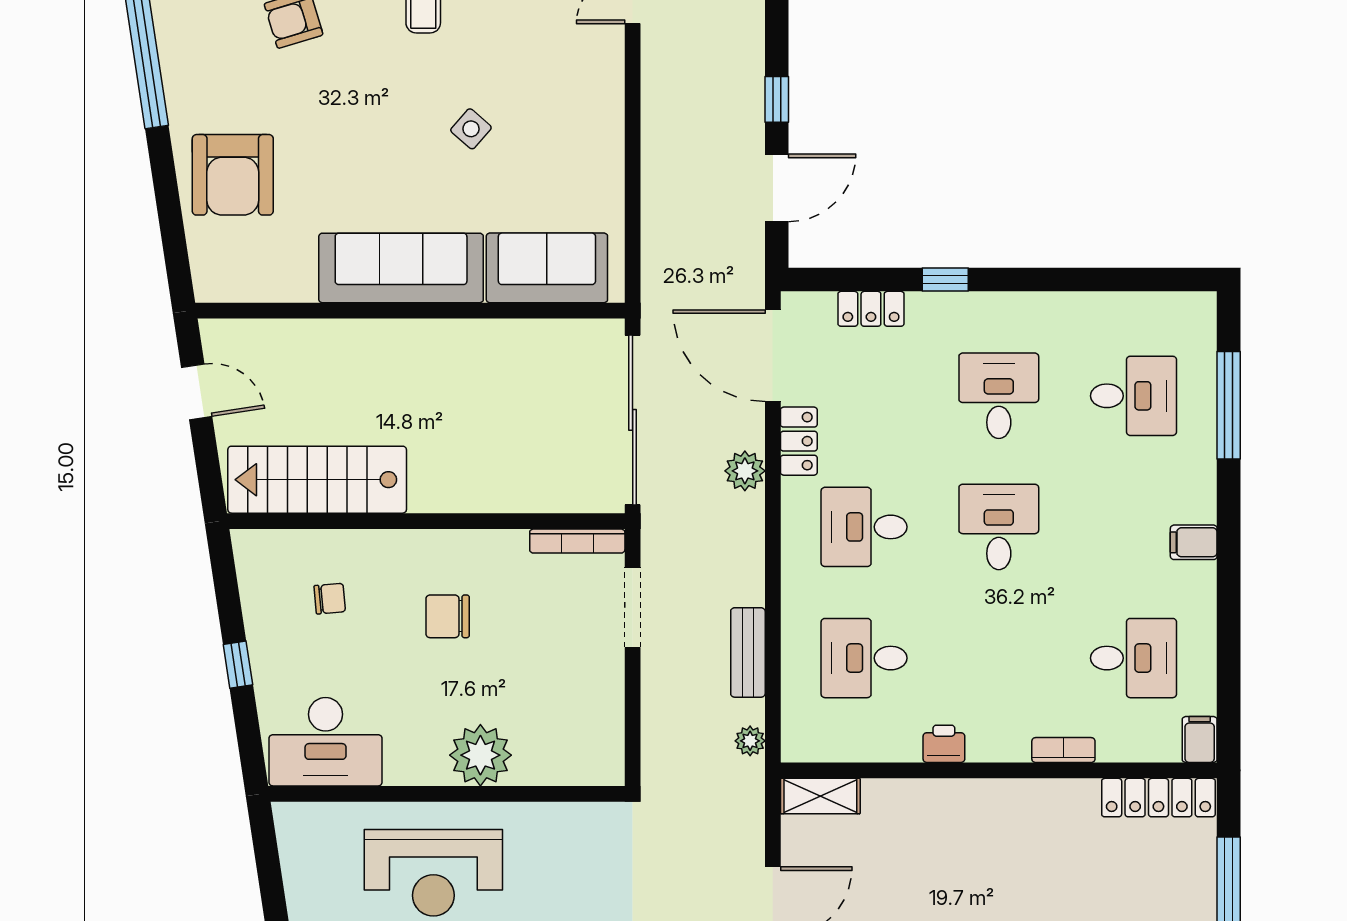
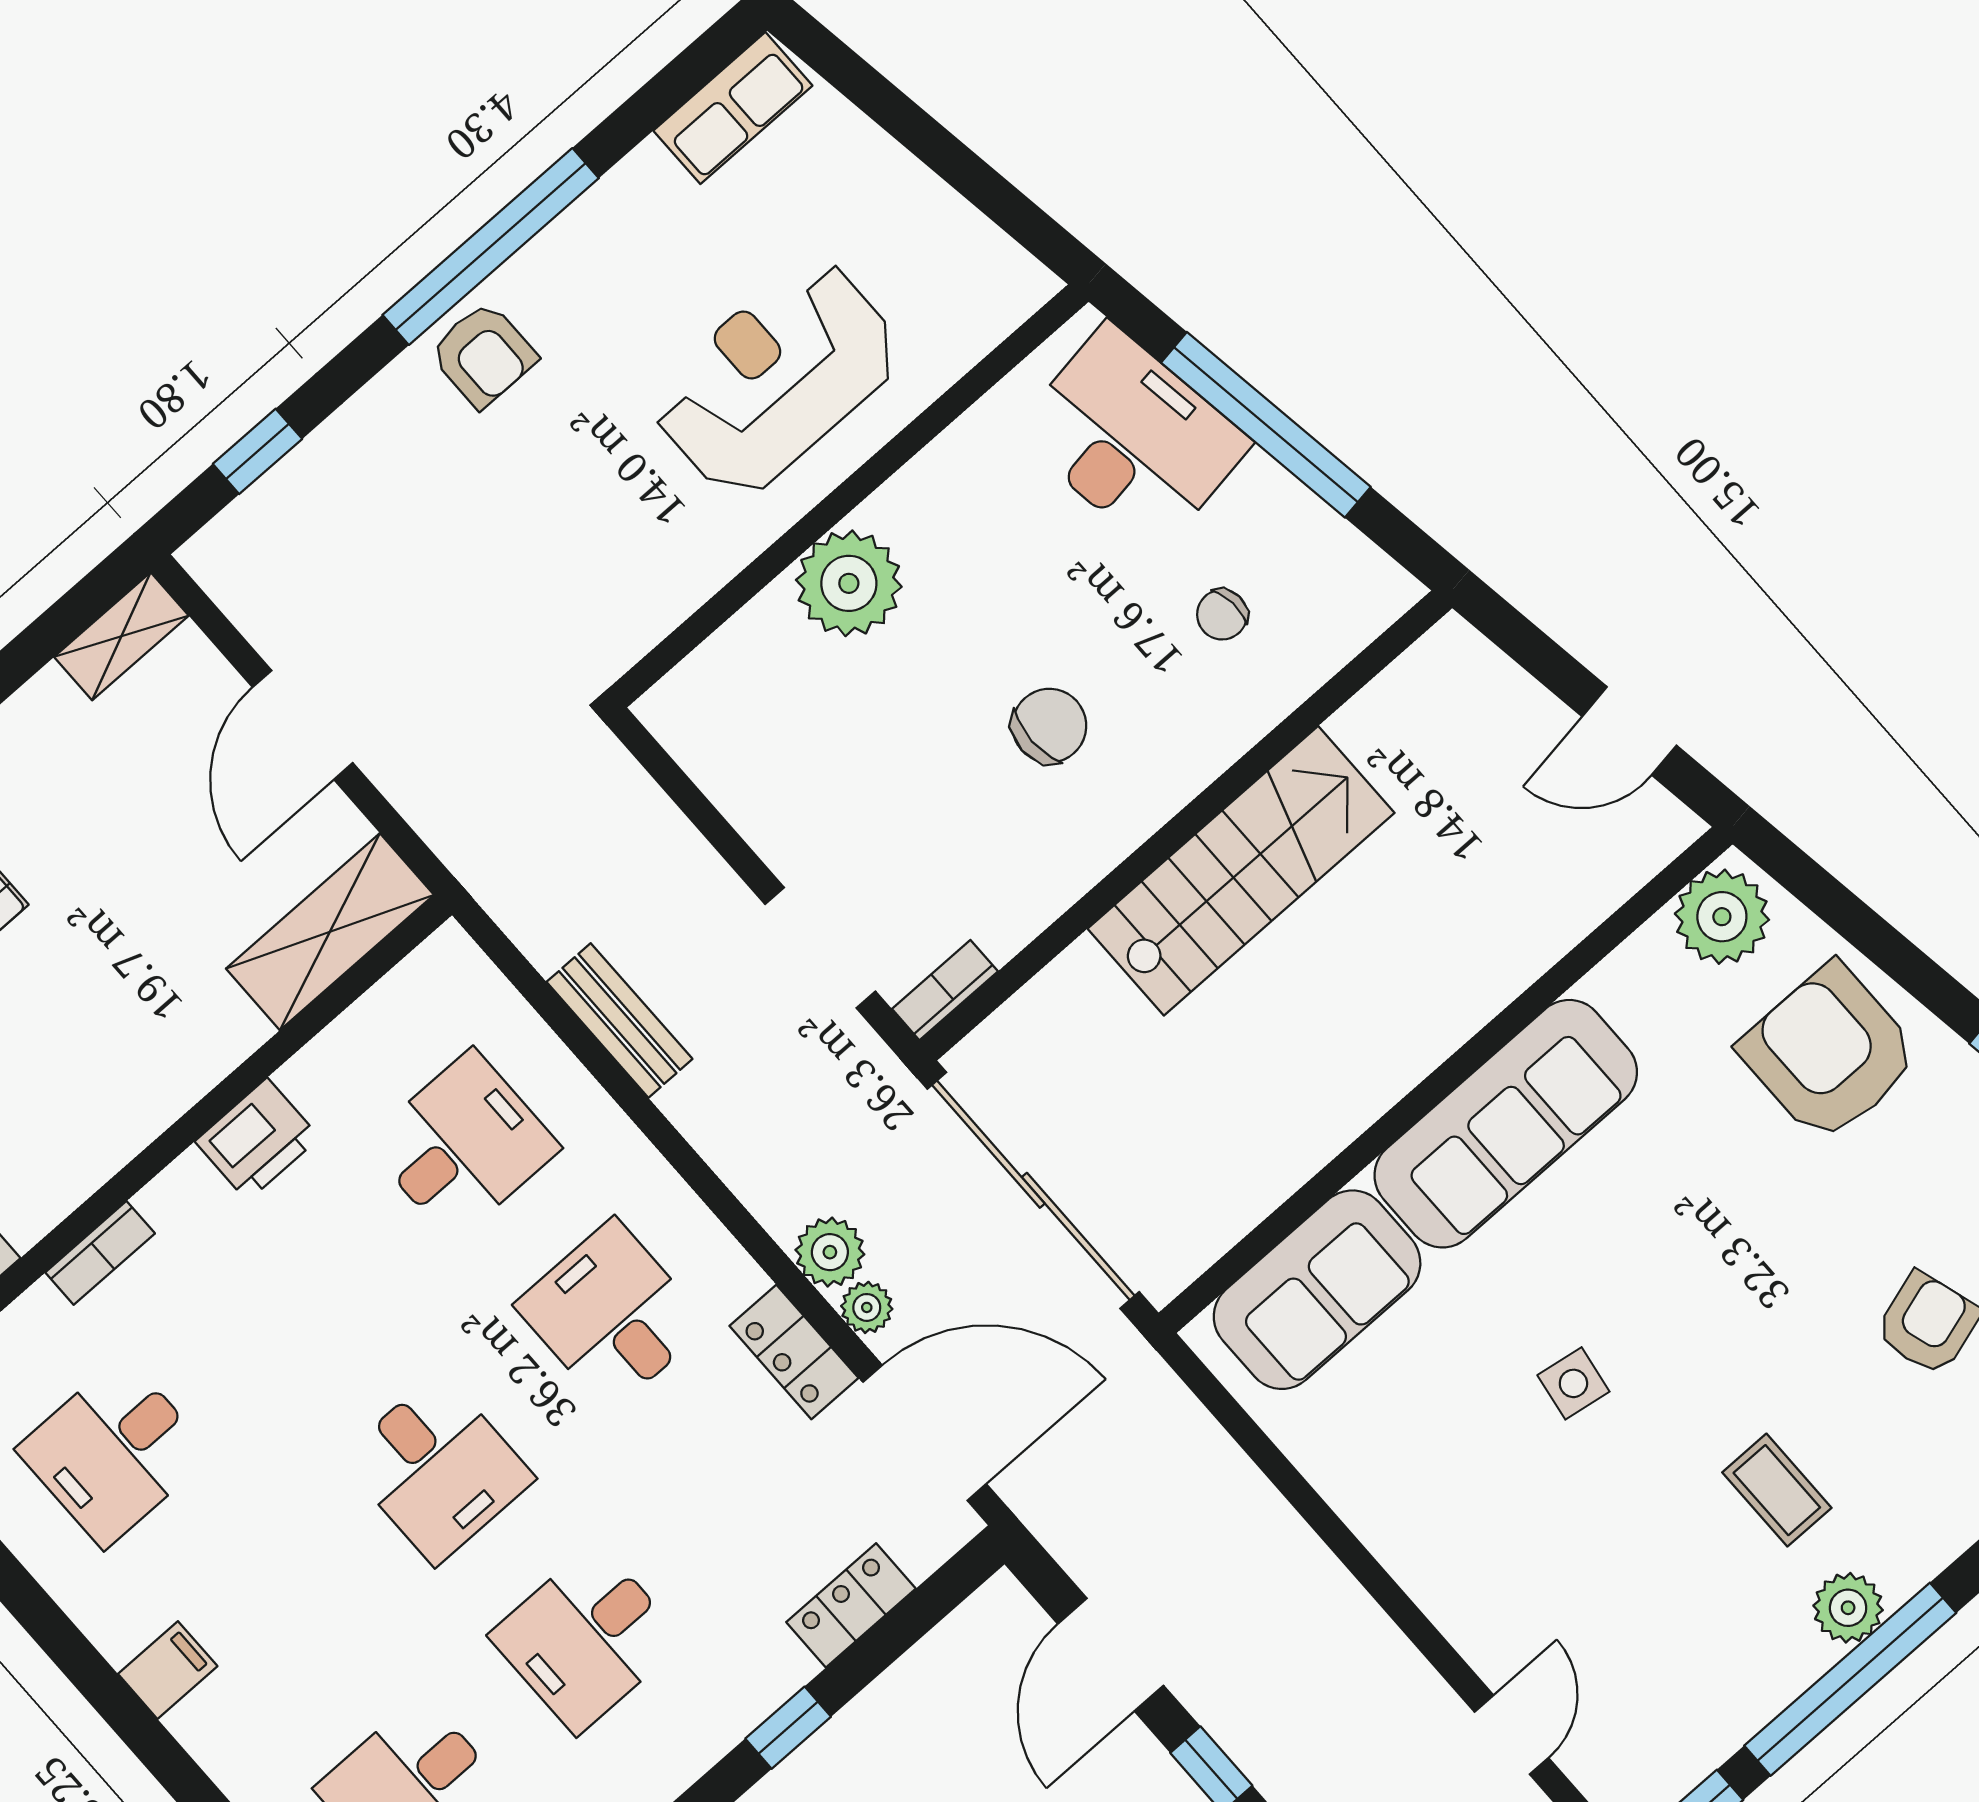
side table: (471, 129) -> (1573, 1383), turned -32
plant: (227, 275) -> (1722, 917), added
desk: (999, 396) -> (587, 1638), turned 90
stairs: (317, 480) -> (1241, 871), moved
desk: (864, 527) -> (612, 1315), turned -90
bookcase: (577, 541) -> (945, 990), width x0.64
window: (238, 665) -> (1266, 425), width x3.17
plant: (750, 741) -> (867, 1307), moved
desk: (326, 742) -> (1132, 438), moved, turned 81
printer: (944, 744) -> (257, 1139), width x1.36, depth x1.24
shelving: (820, 796) -> (330, 932), width x1.50, depth x1.33

